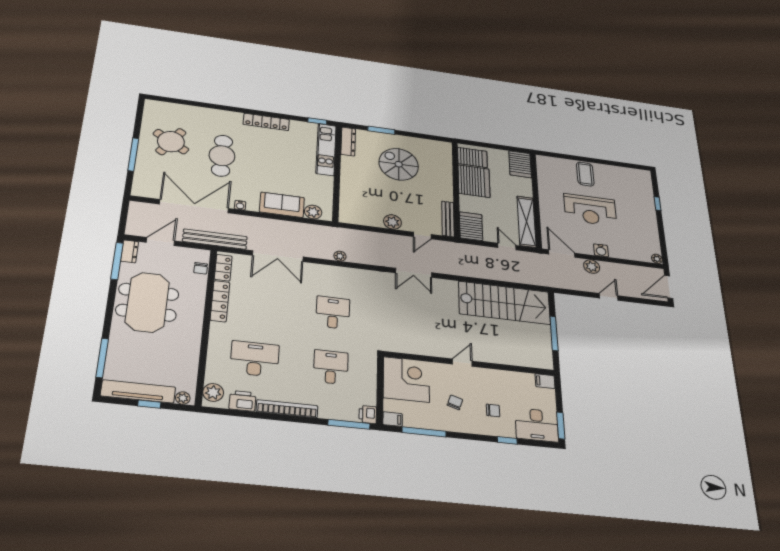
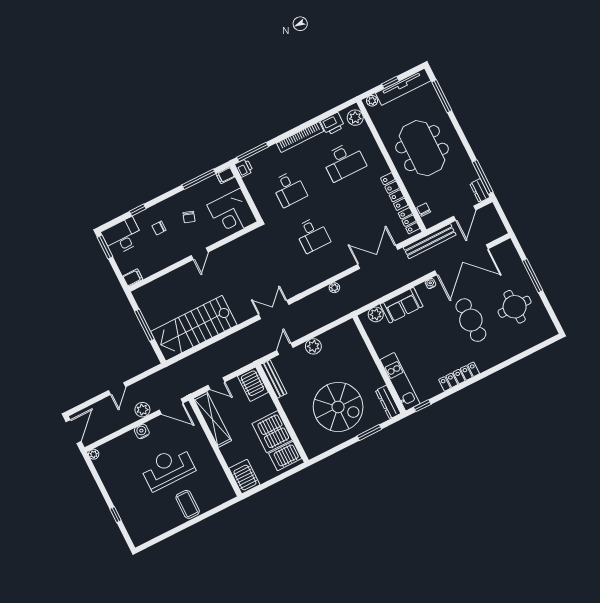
round table: (171, 142) -> (515, 307), turned -32
spiral stairs: (399, 164) -> (338, 407), width x1.37, depth x1.37
meeting table: (147, 302) -> (422, 148), moved

